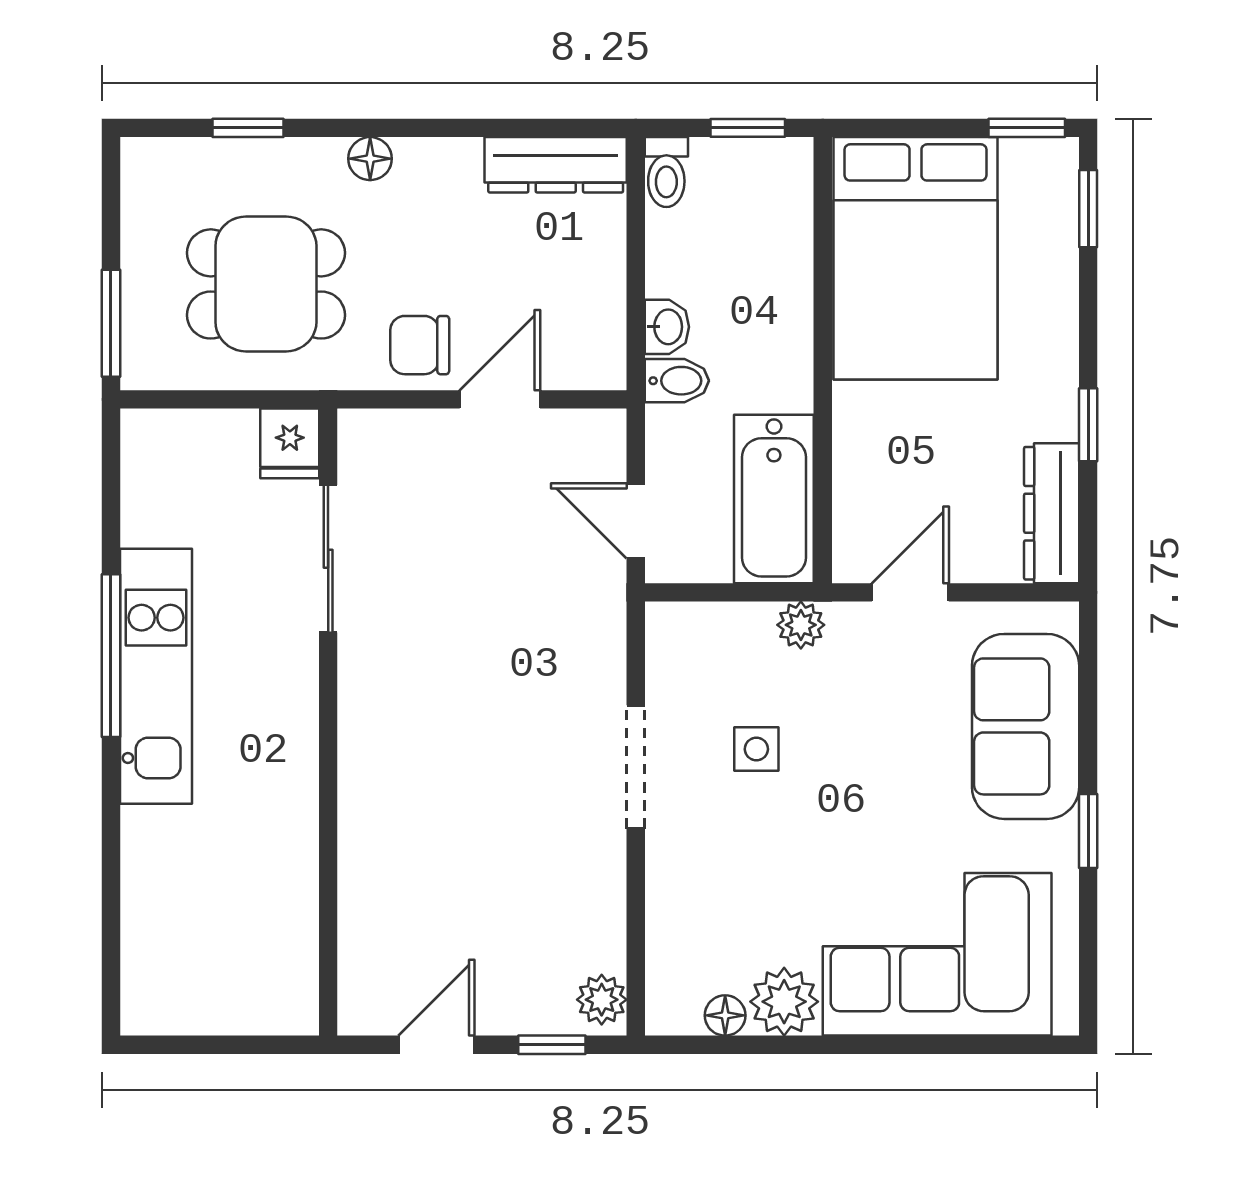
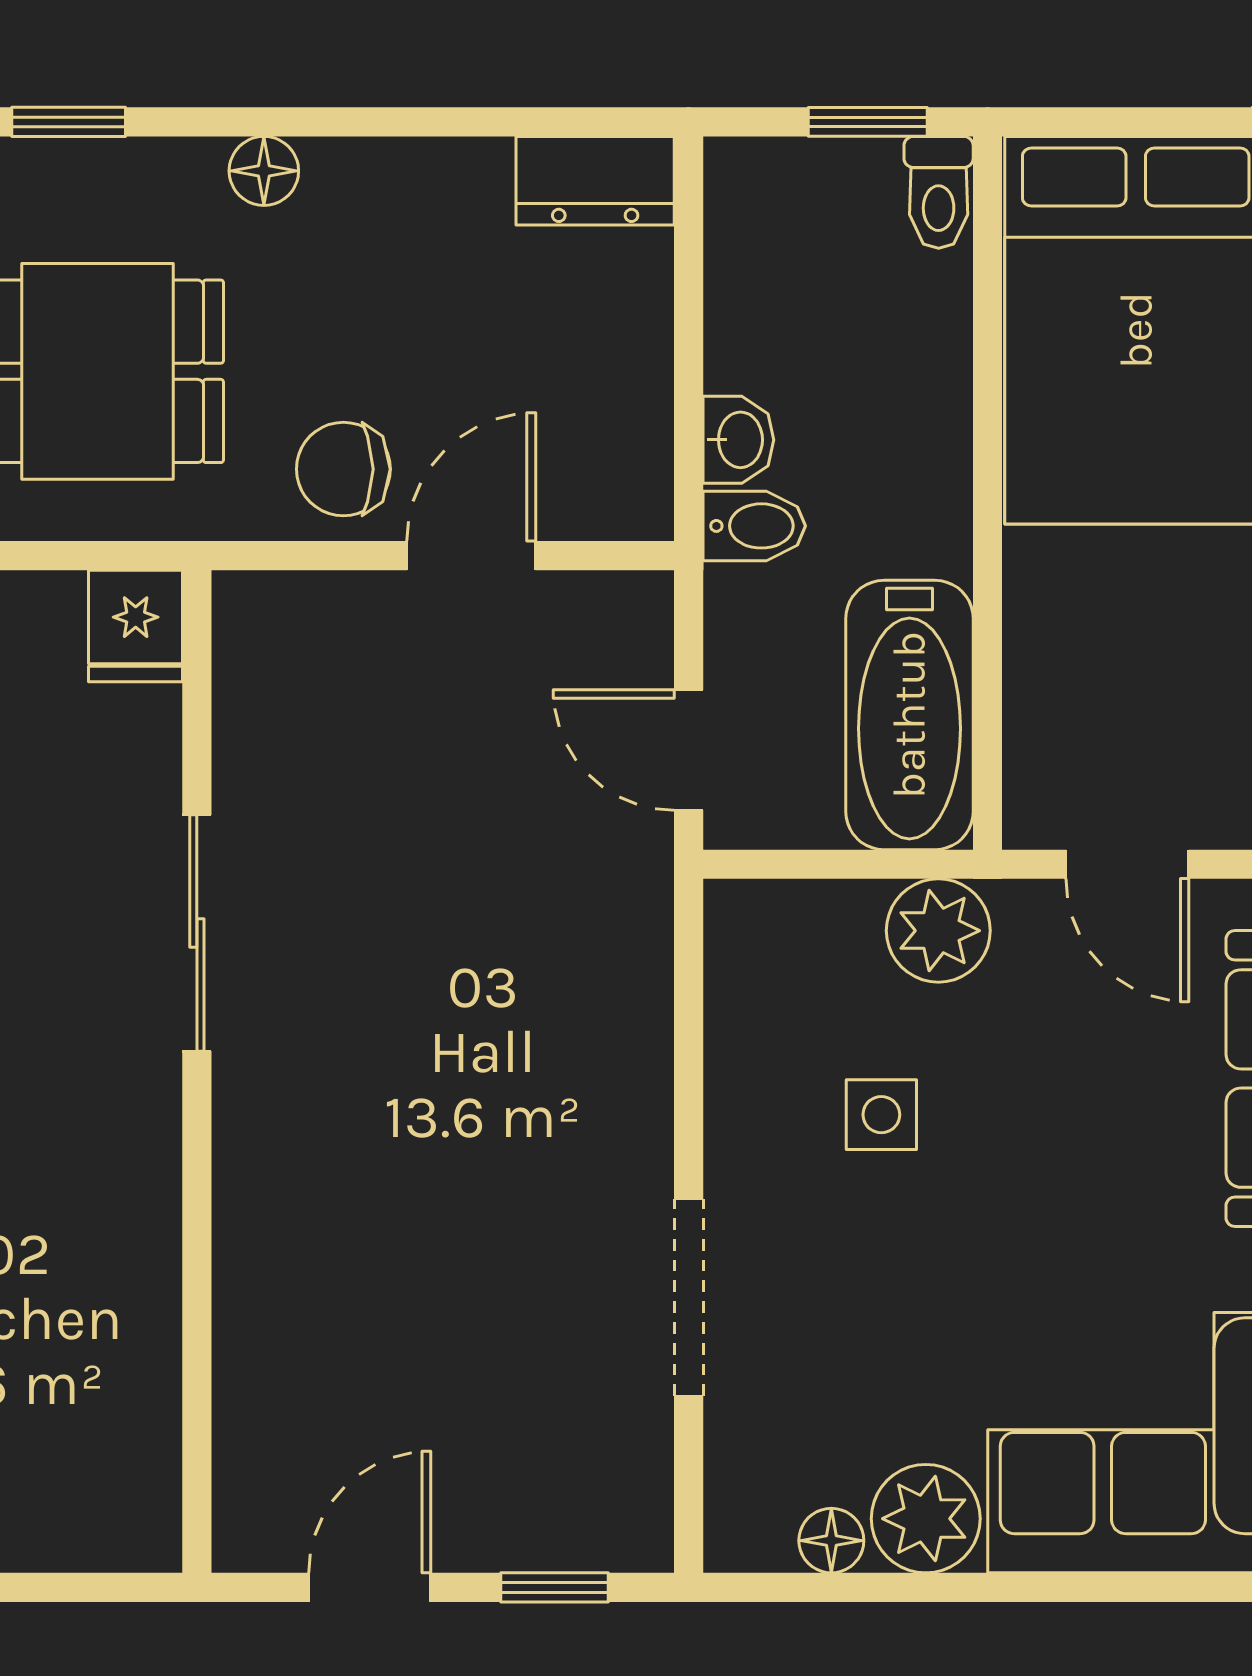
dresser: (556, 165) -> (595, 181), width x0.70
toilet: (666, 172) -> (939, 192), moved
sliding door: (328, 559) -> (197, 933), moved
door: (910, 592) -> (1127, 864), swing flipped
plant: (801, 625) -> (938, 931), width x1.38, depth x1.38
doorway: (636, 767) -> (689, 1298), moved
plant: (602, 1000) -> (634, 1515), removed

